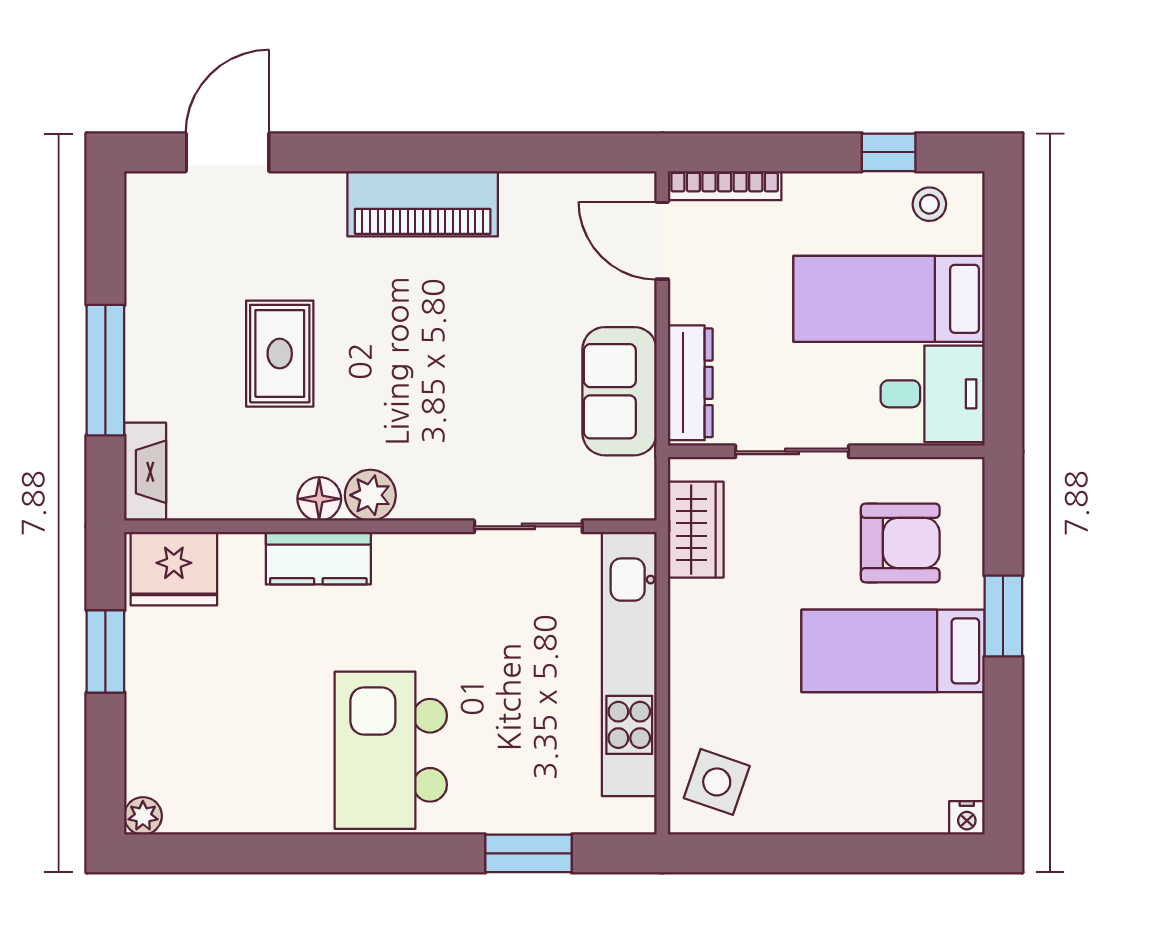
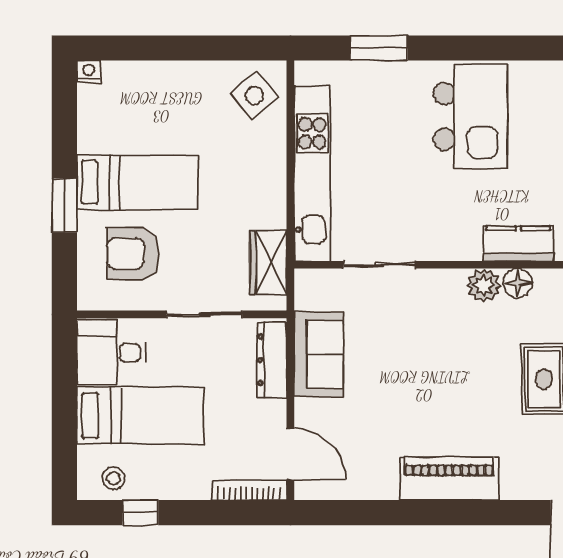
side table: (717, 782) -> (254, 95), turned 31

